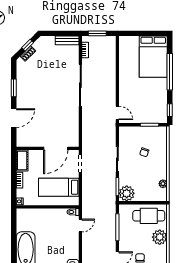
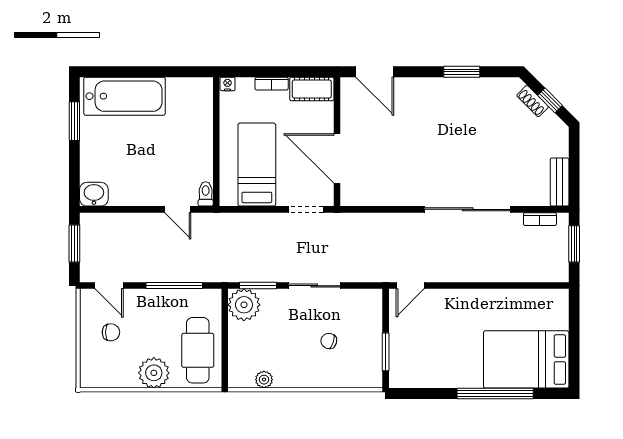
window: (170, 110) -> (416, 394), removed
door: (14, 118) -> (375, 72), moved

